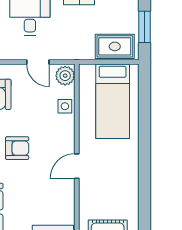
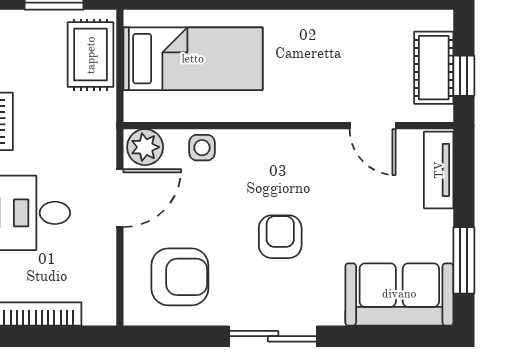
door: (38, 62) -> (120, 198), width x1.37
door: (77, 166) -> (373, 126), moved

